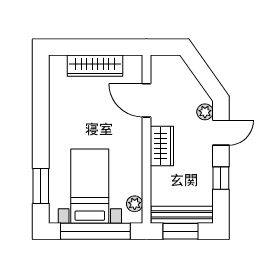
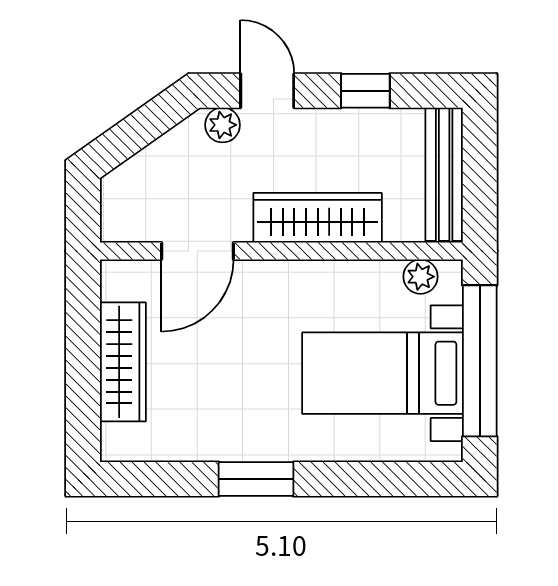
wardrobe: (162, 146) -> (318, 218), width x1.50
window: (41, 186) -> (256, 479), moved
window: (180, 231) -> (480, 178), removed

